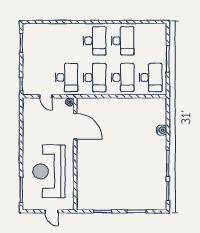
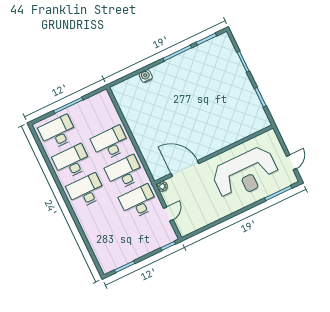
desk: (151, 77) -> (58, 132), moved
door: (75, 126) -> (185, 168), hinge flipped
door: (52, 211) -> (292, 162), moved

